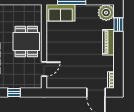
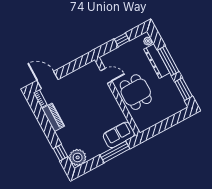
piano: (108, 42) -> (53, 117), moved
door: (44, 69) -> (106, 76), swing flipped

